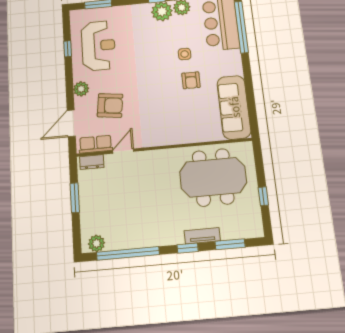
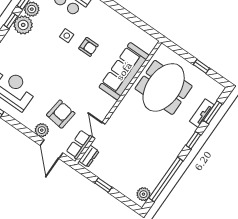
plant: (81, 89) -> (42, 130), moved
sofa: (234, 107) -> (124, 71), moved, turned 90
window: (75, 198) -> (103, 185), width x0.67
tv unit: (202, 236) -> (202, 113), moved

